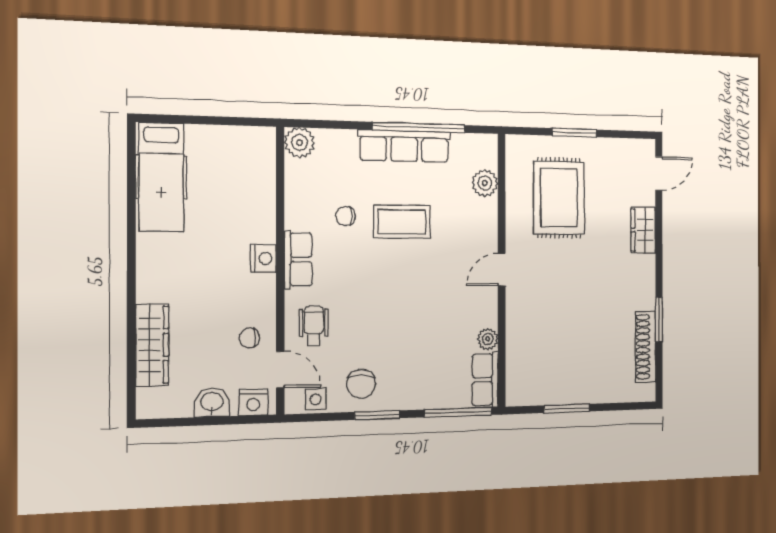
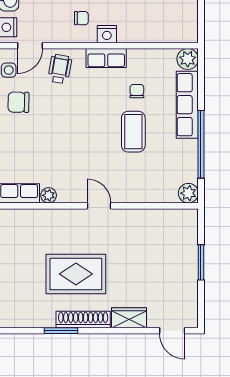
row of seats: (404, 146) -> (187, 105), moved
plant: (485, 183) -> (188, 193), moved
rug: (559, 198) -> (76, 274), moved
wheelchair: (314, 326) -> (60, 69), turned -80
chair: (249, 338) -> (81, 18), moved, turned 90
shoe rack: (645, 347) -> (83, 319), moved

